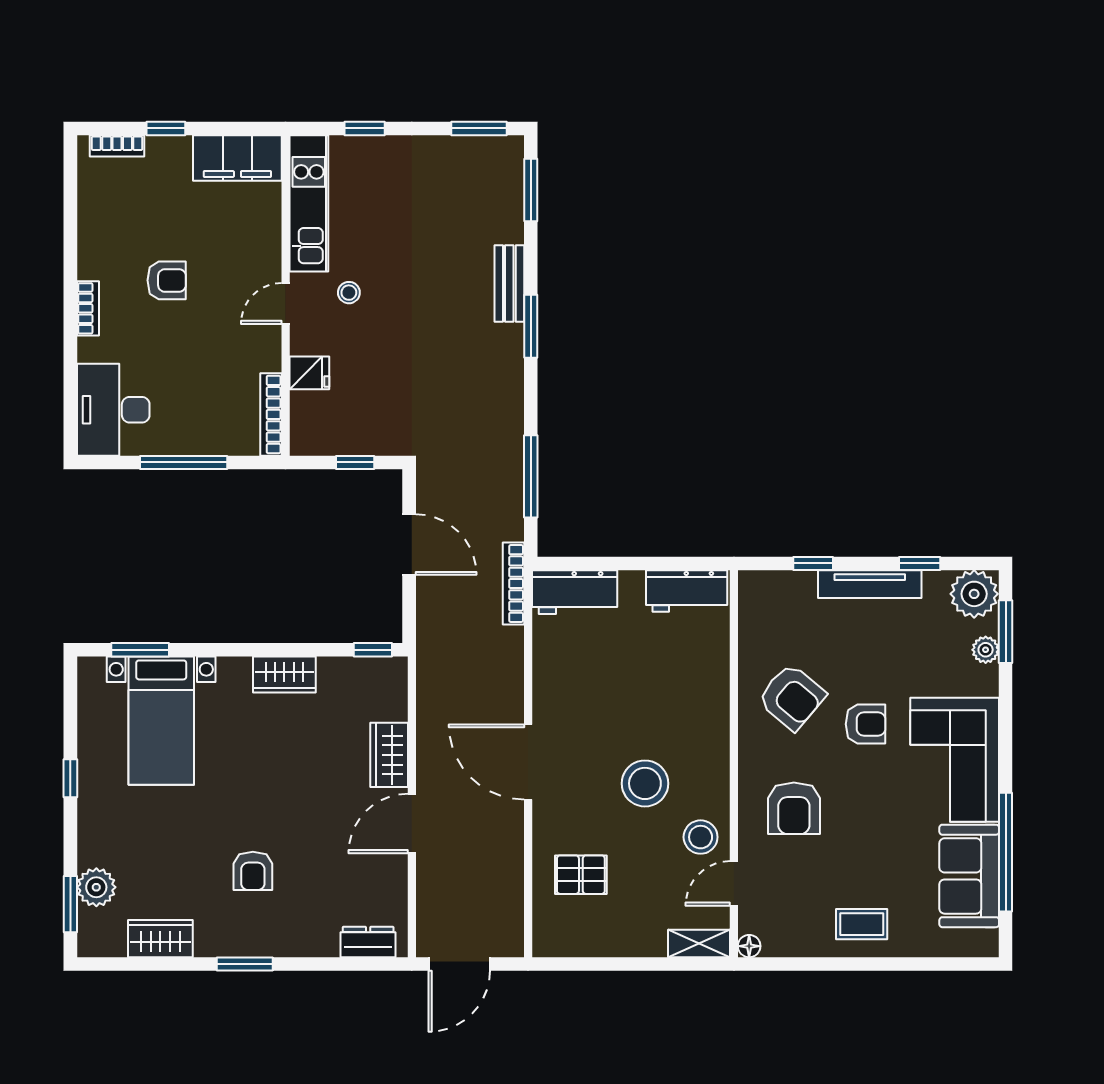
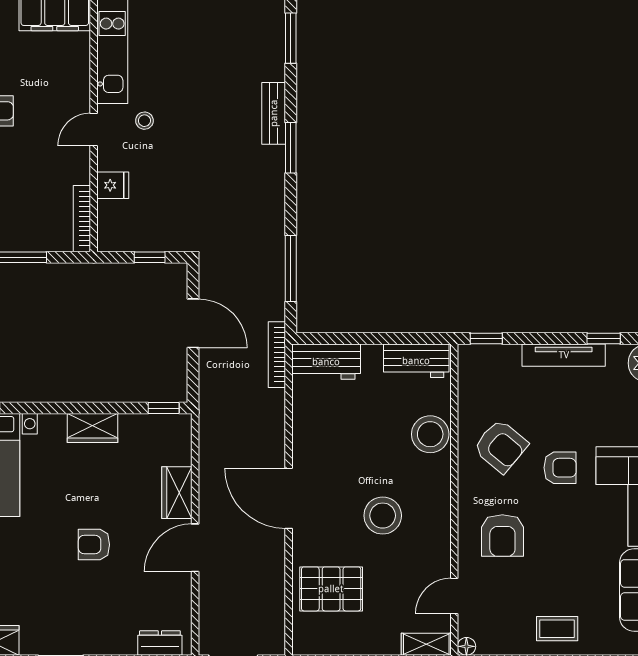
window: (813, 563) -> (486, 339), moved
stool: (701, 837) -> (430, 434), moved, width x1.38, depth x1.38
armchair: (253, 871) -> (94, 545), moved, turned 90
pallet: (581, 875) -> (331, 589), width x1.50, depth x1.42

